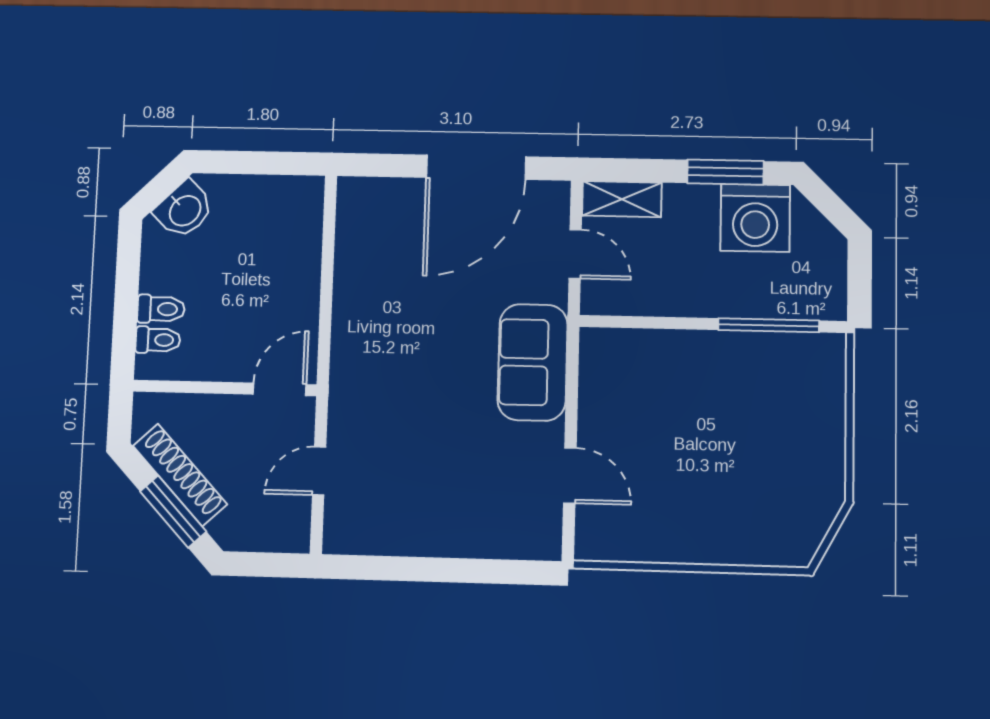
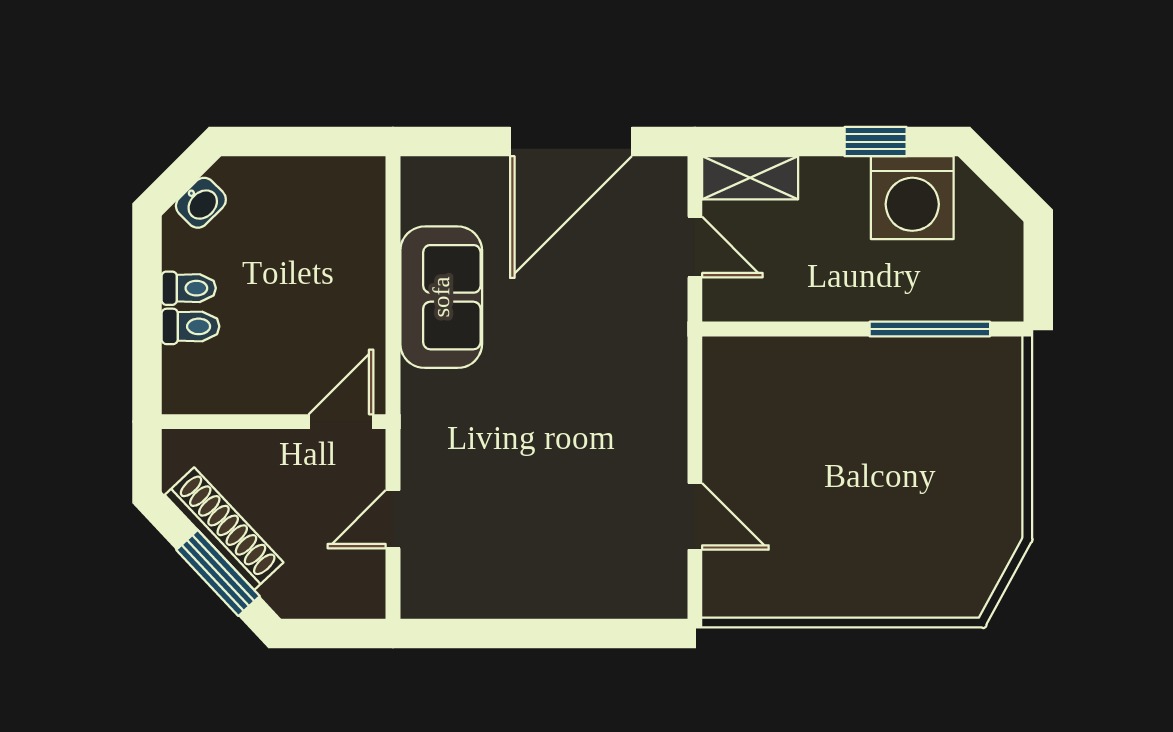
window: (726, 172) -> (876, 142), width x0.67
washbasin: (184, 210) -> (201, 203), width x0.72, depth x0.69
toilet: (158, 340) -> (189, 288), moved
sofa: (533, 362) -> (441, 297), moved, turned 180

